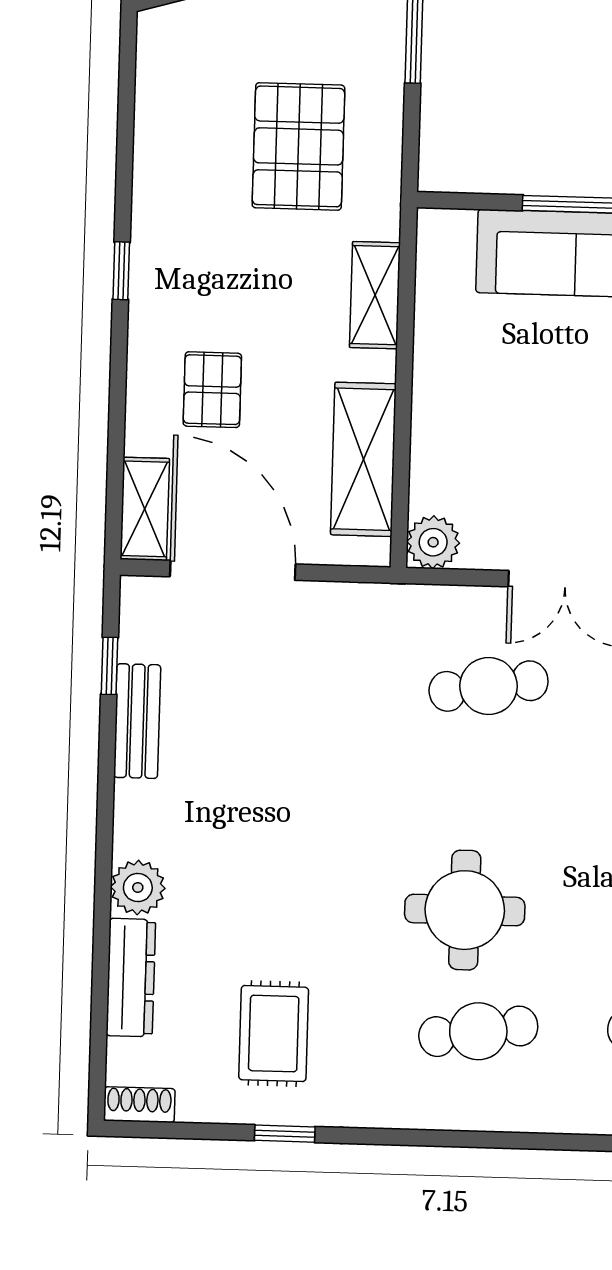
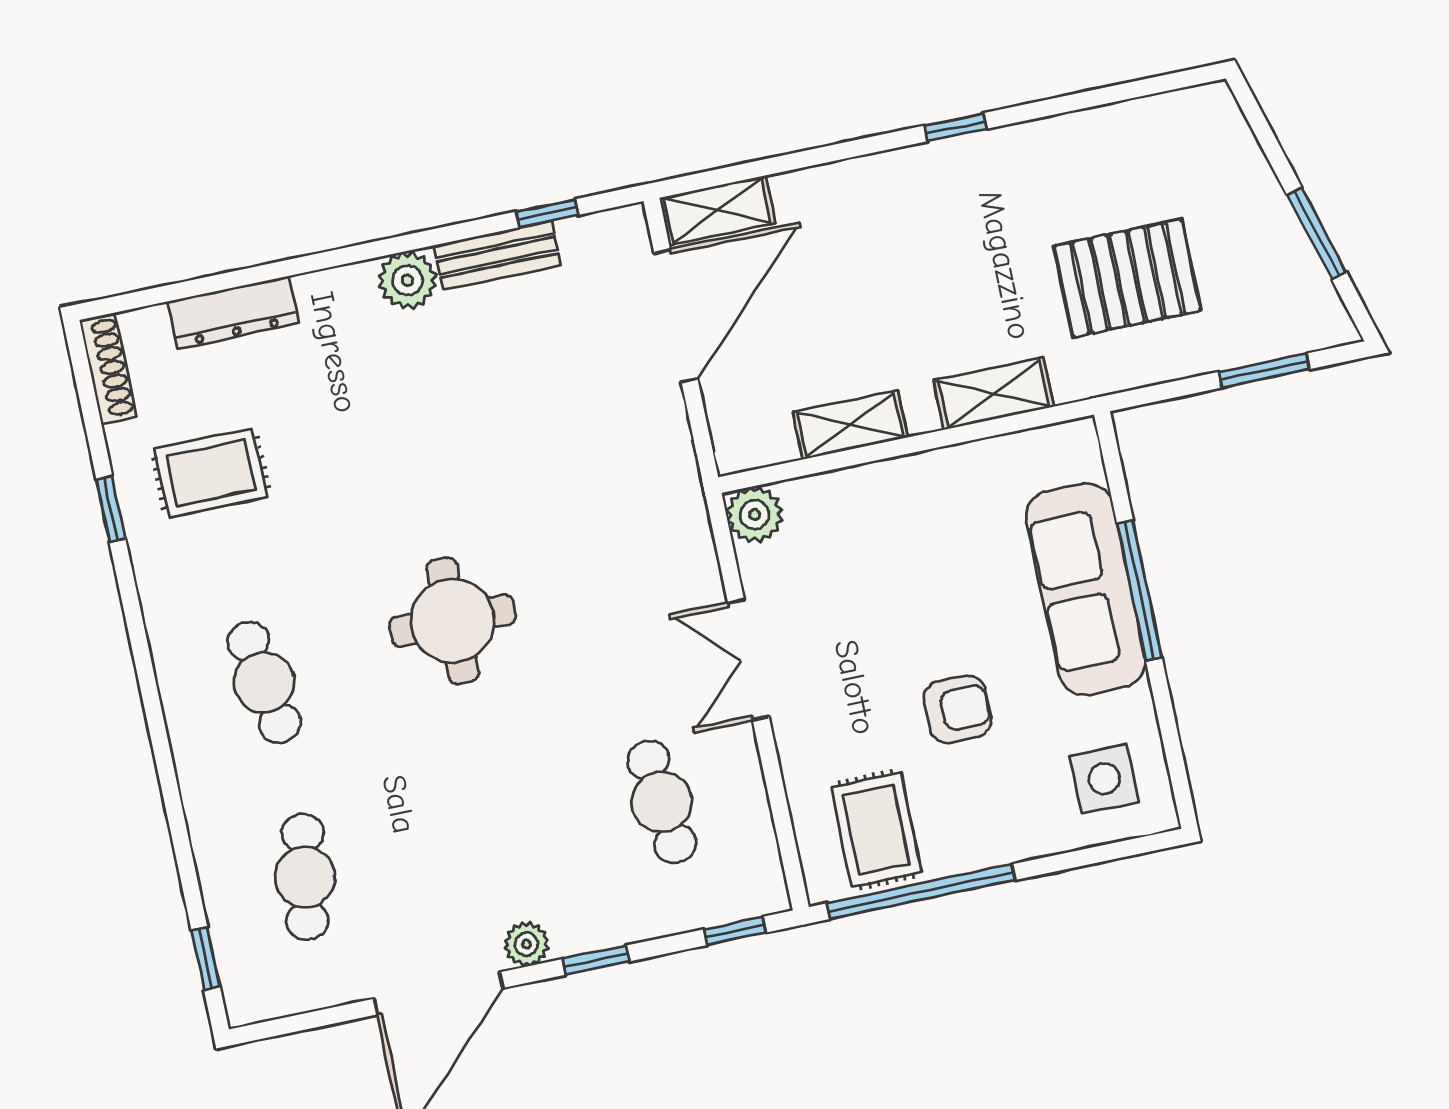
pallet: (212, 390) -> (856, 250), removed
shelving: (363, 459) -> (850, 425), width x0.67, depth x0.75
cafe table: (489, 686) -> (621, 607), removed
plant: (138, 888) -> (407, 280), moved
round table: (465, 910) -> (453, 621), moved
shoe rack: (139, 1105) -> (108, 368), width x1.43

